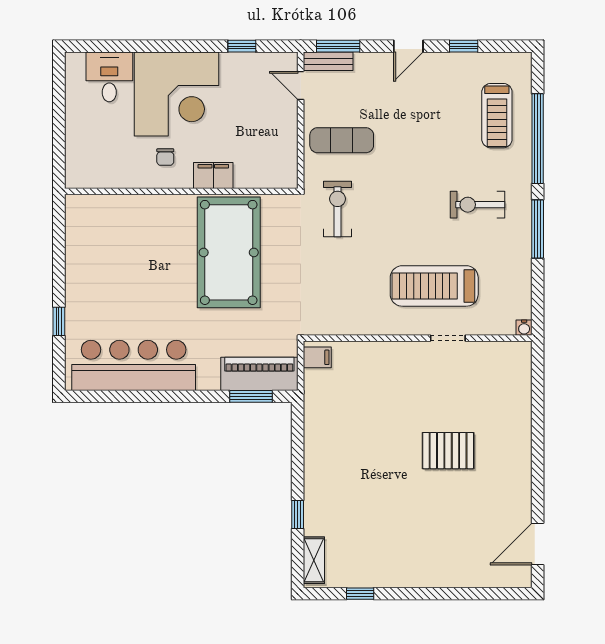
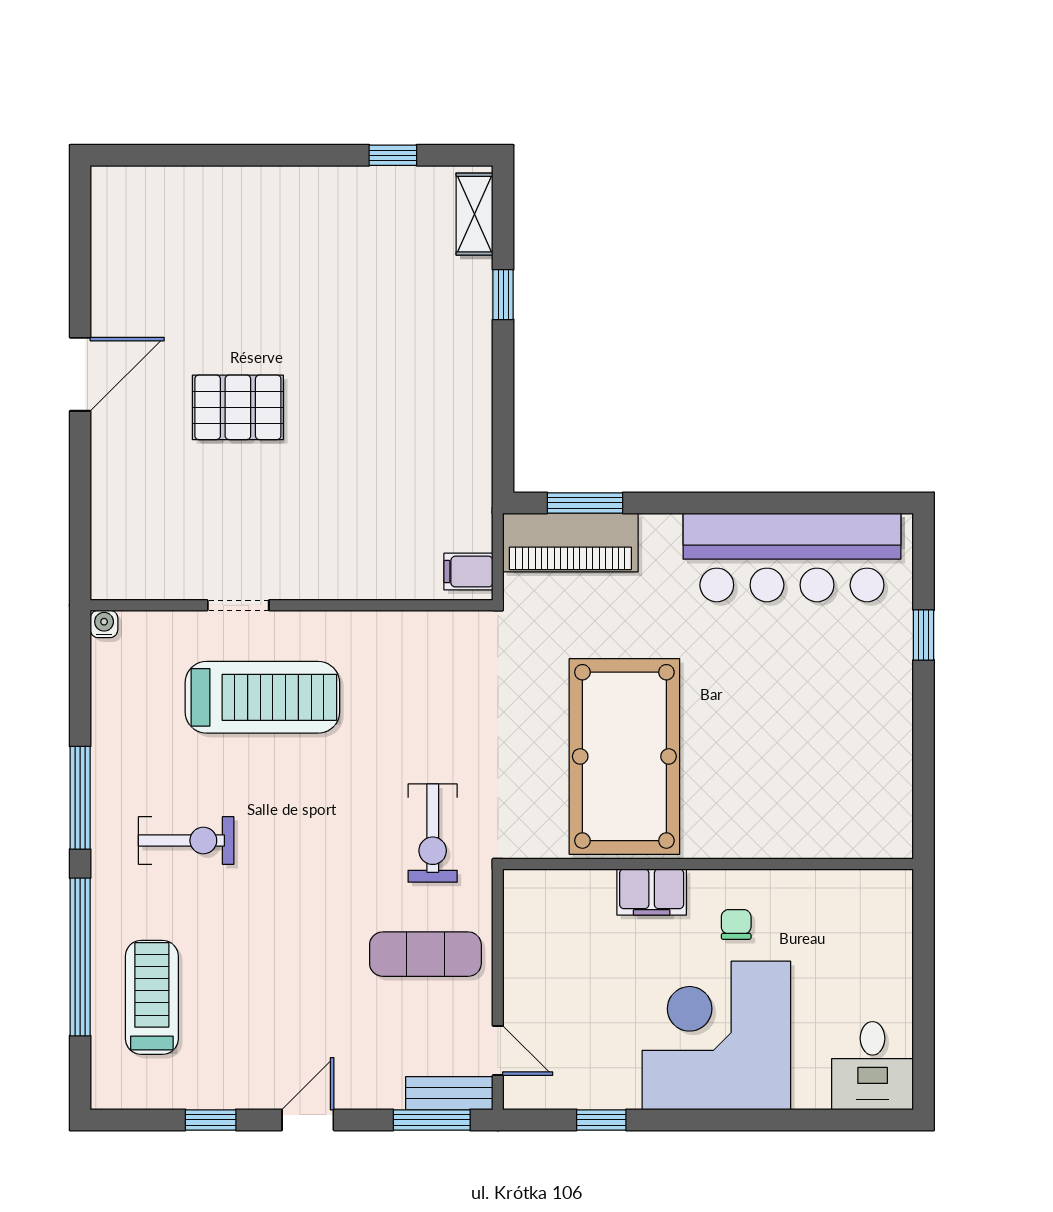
desk: (109, 77) -> (873, 1066), moved
door: (538, 544) -> (80, 374), moved

